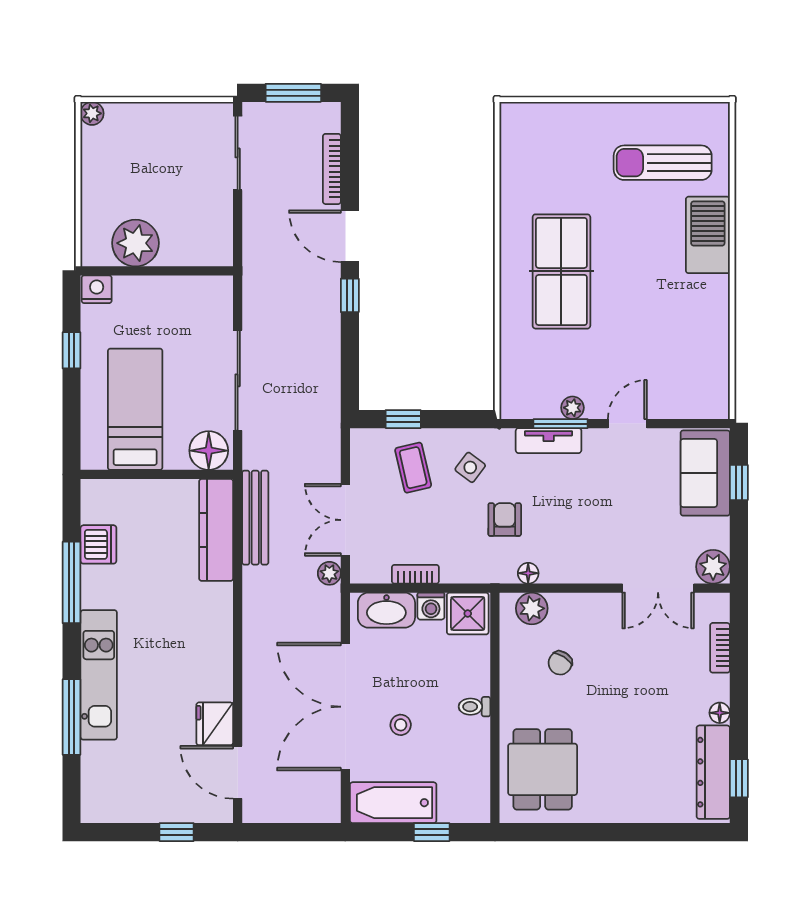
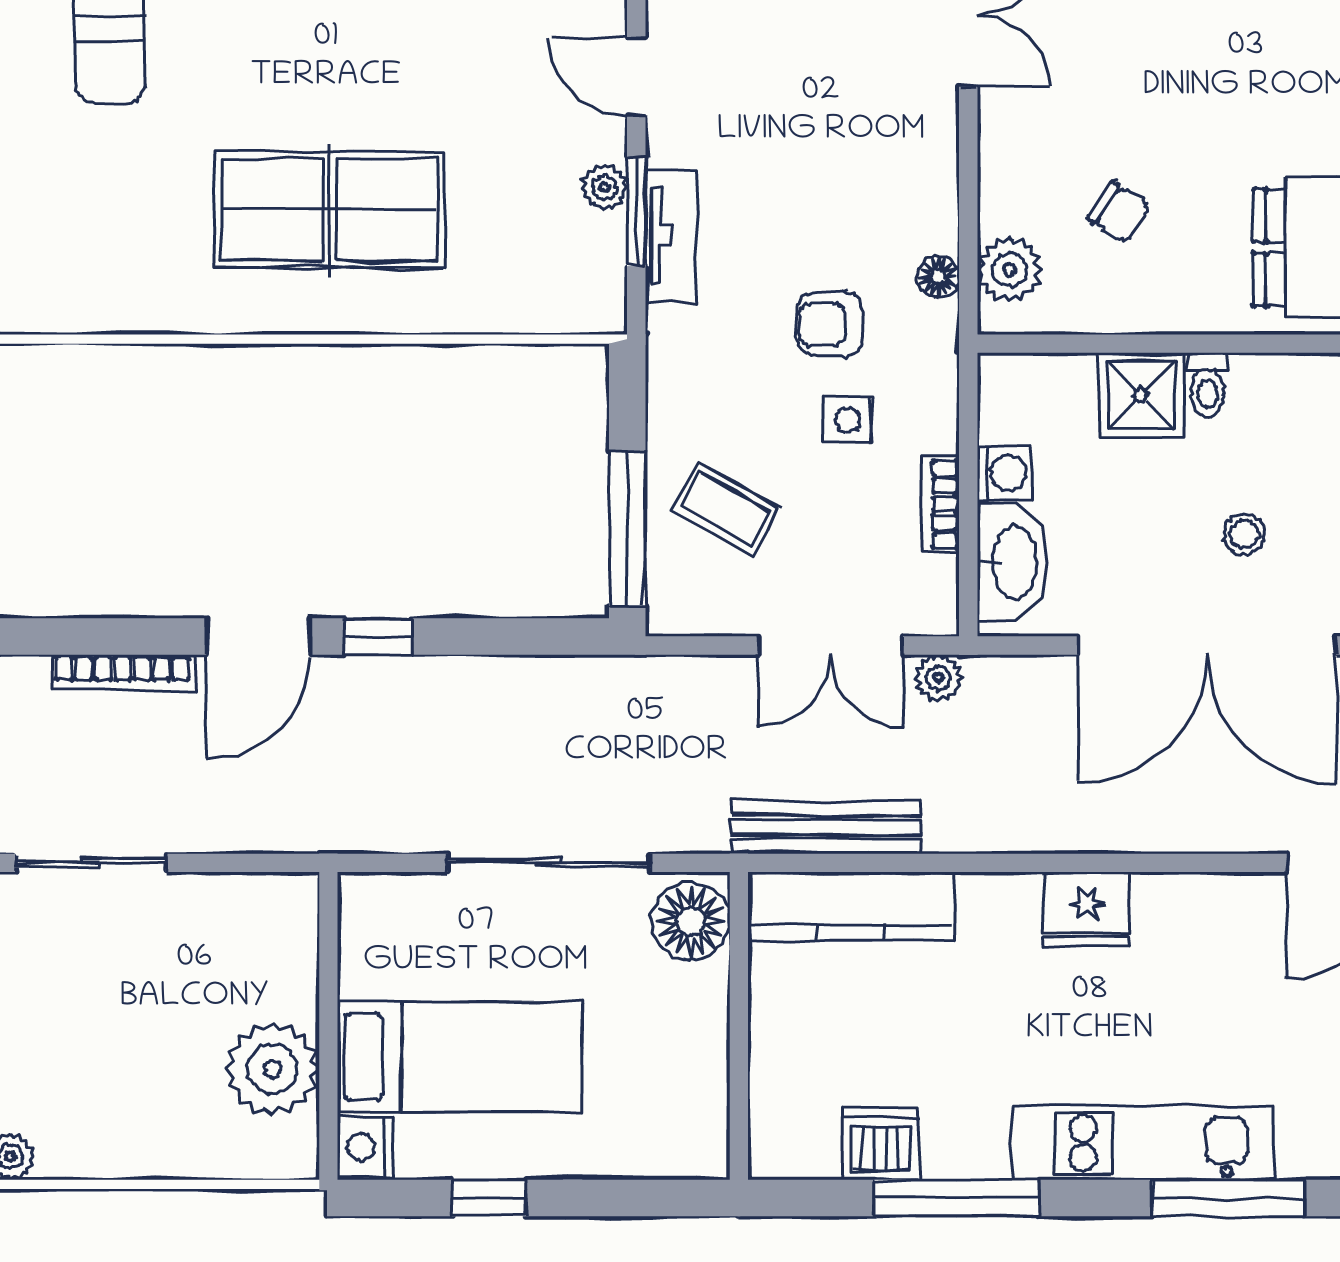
bed: (135, 409) -> (460, 1057), moved, turned 180
window: (403, 419) -> (627, 529), width x2.17
side table: (470, 467) -> (847, 420), moved, turned -37
coffee table: (413, 468) -> (725, 509), turned 42
shower: (468, 614) -> (1141, 395), moved
fridge: (215, 724) -> (1087, 909), moved

